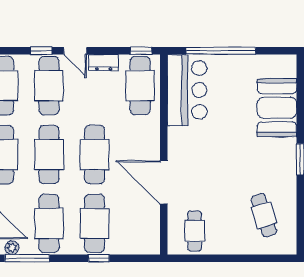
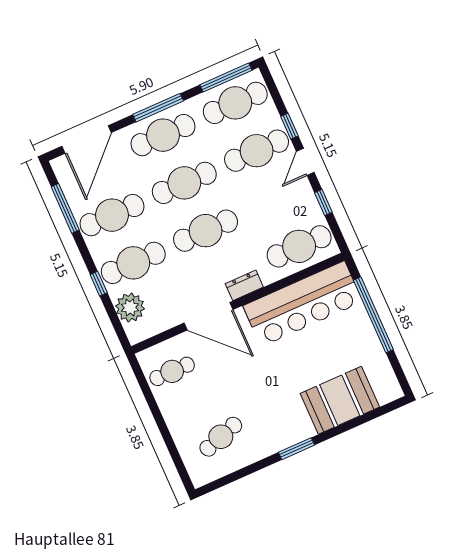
window: (141, 51) -> (323, 202), moved
dresser: (104, 63) -> (244, 285), moved, turned 90
bar counter: (187, 90) -> (303, 304), width x1.36
door: (164, 182) -> (209, 316), swing flipped
plant: (12, 248) -> (130, 307), moved, width x1.88, depth x1.88

